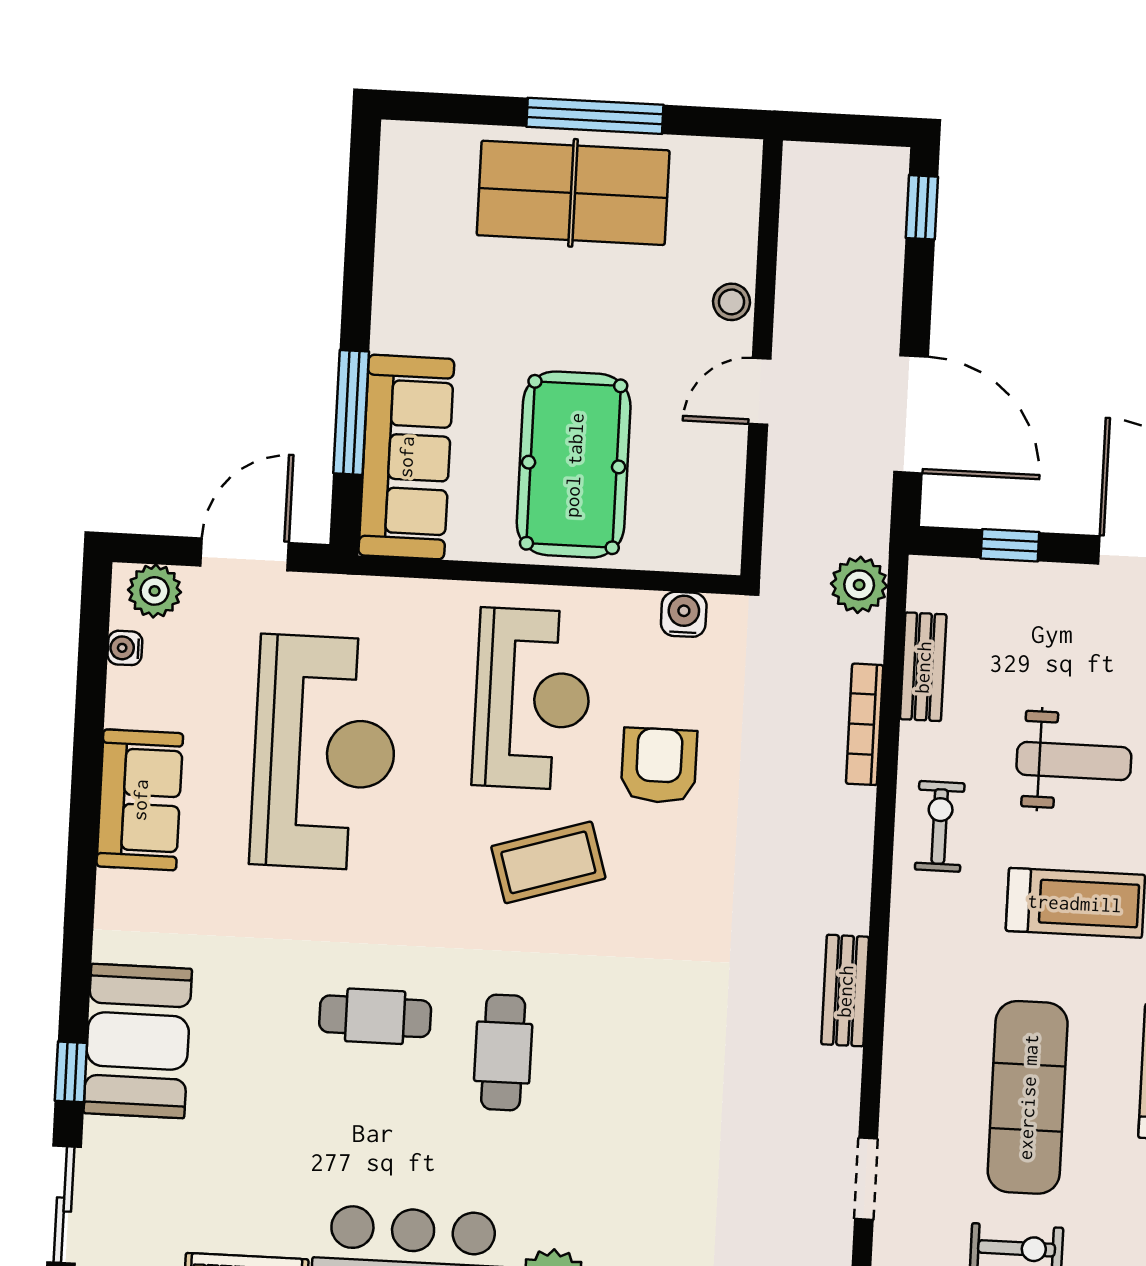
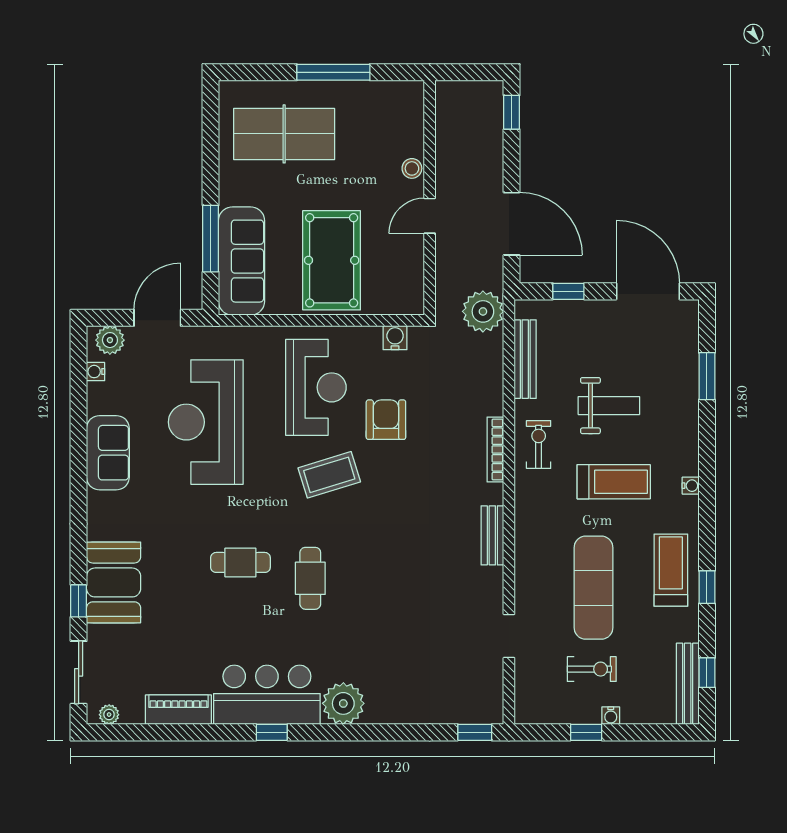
table tennis table: (573, 193) -> (284, 134), moved
plant: (859, 585) -> (483, 311), width x1.36, depth x1.36
bench: (923, 667) -> (525, 359), width x1.36
bookcase: (865, 724) -> (495, 450), moved
reception desk: (324, 752) -> (206, 422), turned 180

